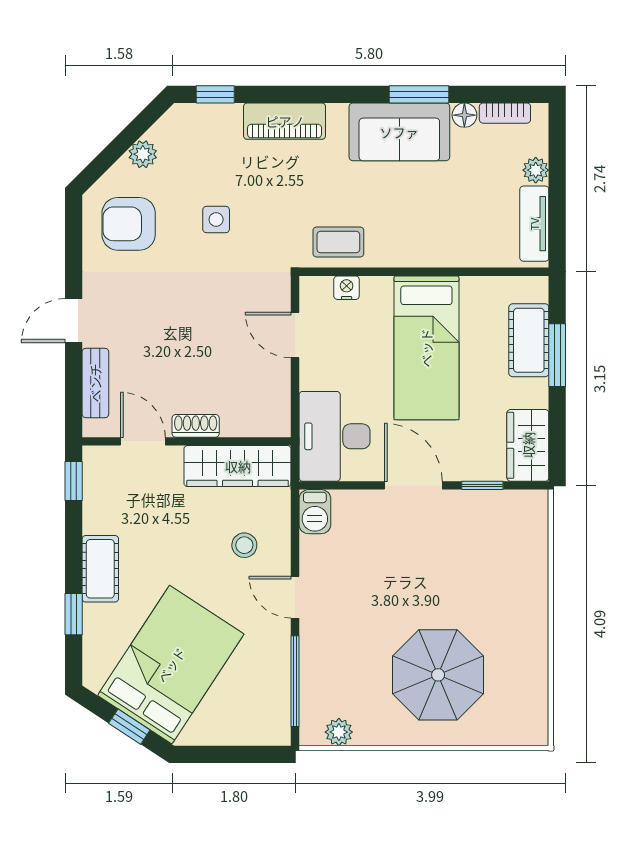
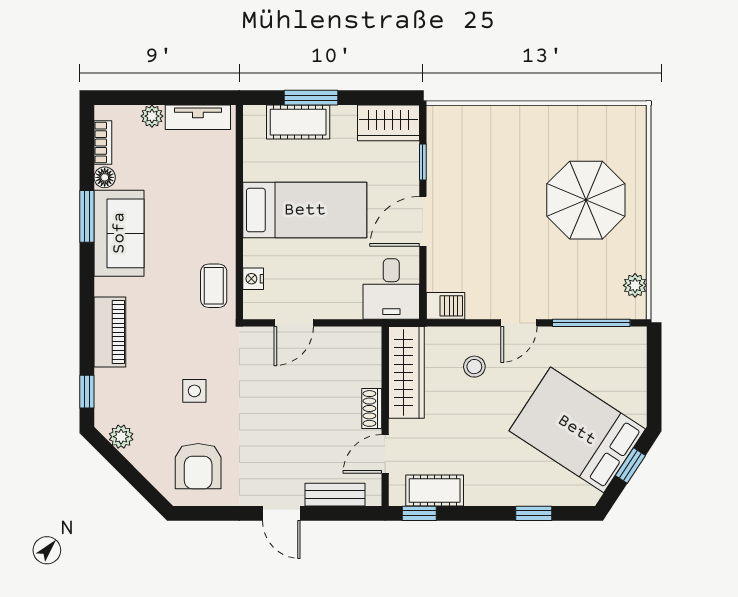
plant: (143, 154) -> (121, 437), moved
desk: (335, 436) -> (391, 289), width x0.73
cot: (100, 569) -> (435, 490), moved

